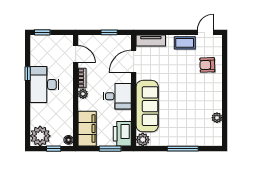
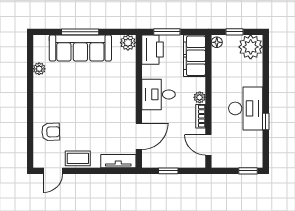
sofa: (147, 106) -> (80, 48), moved, turned -90

